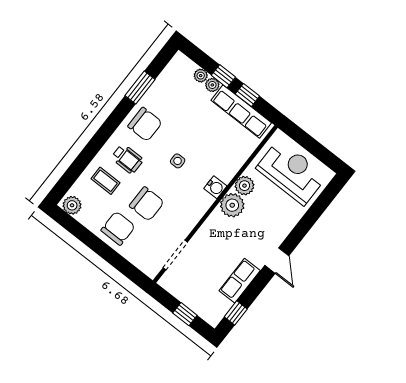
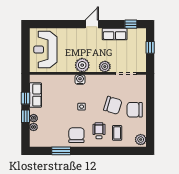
row of seats: (241, 112) -> (35, 95), width x0.68
plant: (244, 186) -> (105, 67), moved
chair: (147, 204) -> (113, 105), turned 107

